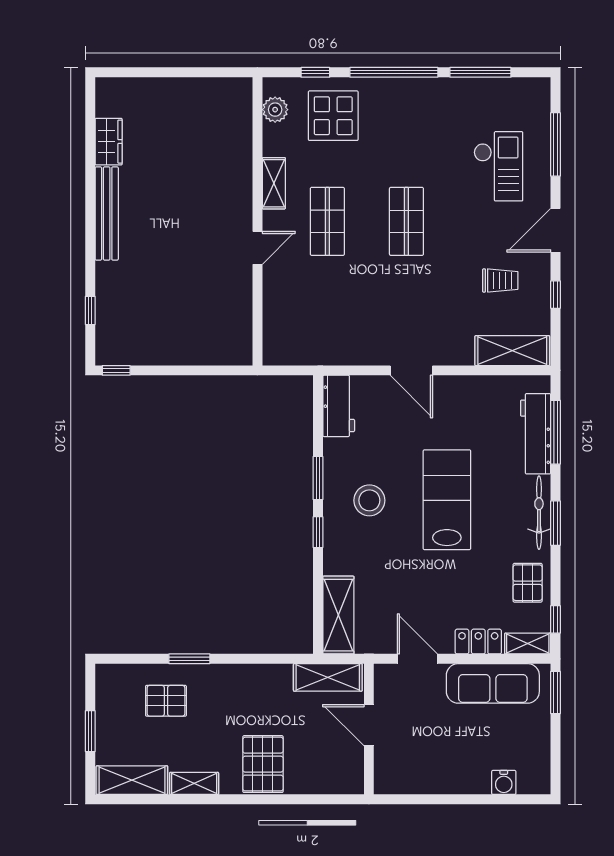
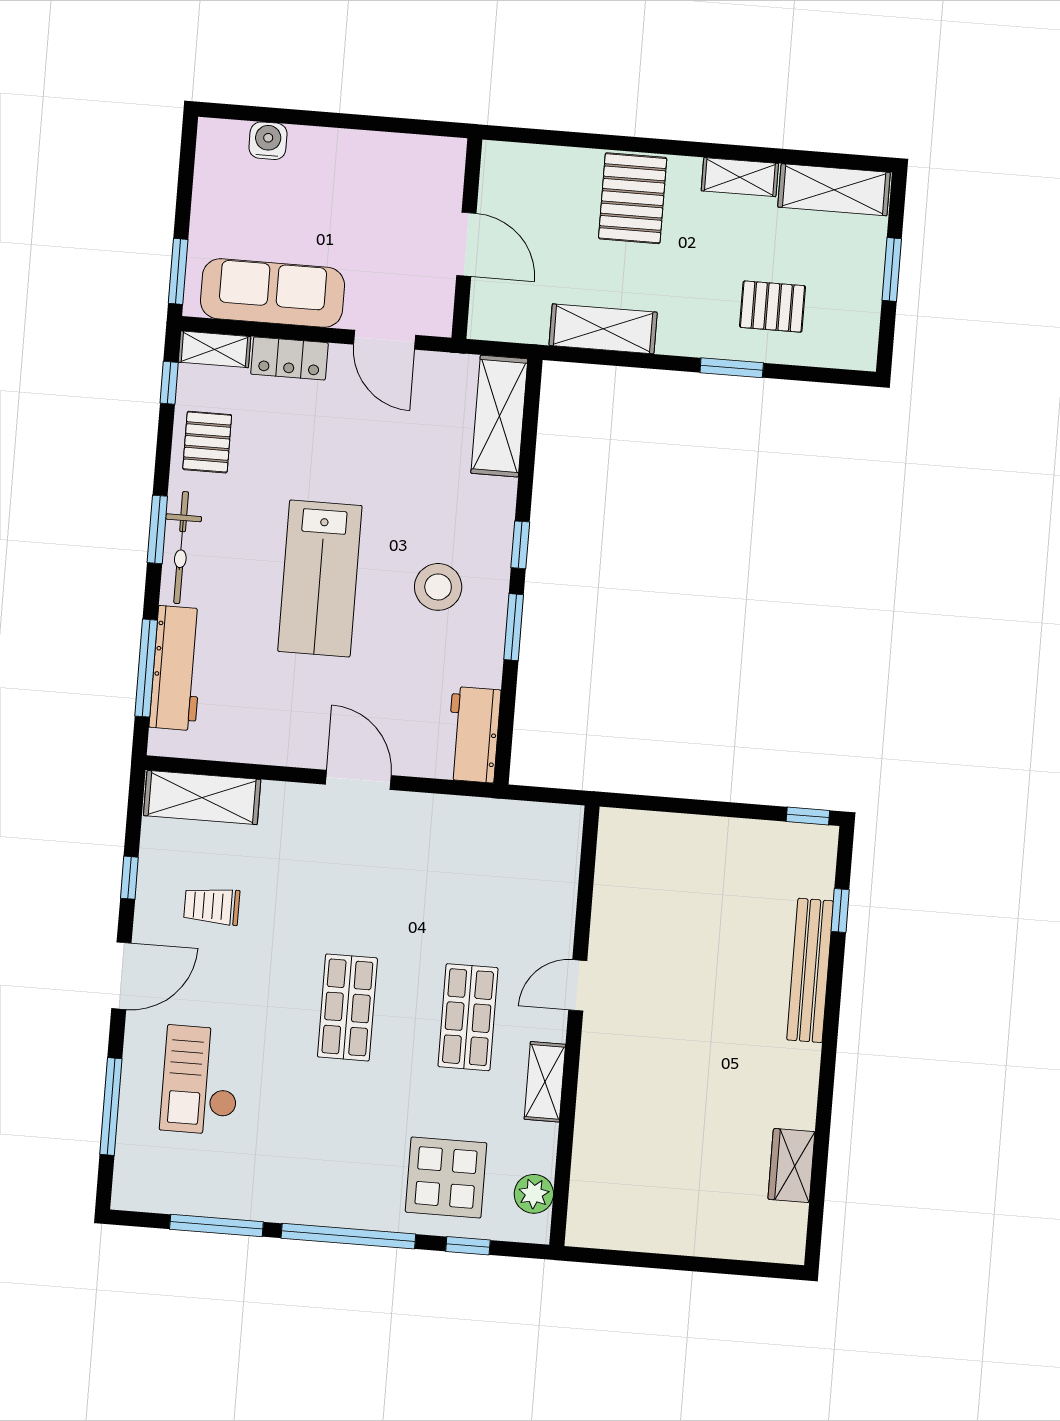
bench: (107, 213) -> (810, 970), moved
shelving: (328, 677) -> (603, 329), moved

